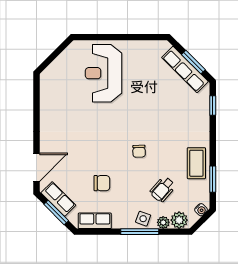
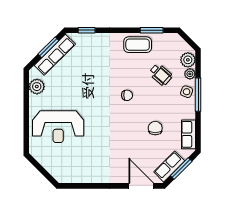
plant: (149, 49) -> (37, 87), added
water cooler: (201, 210) -> (179, 41), removed

